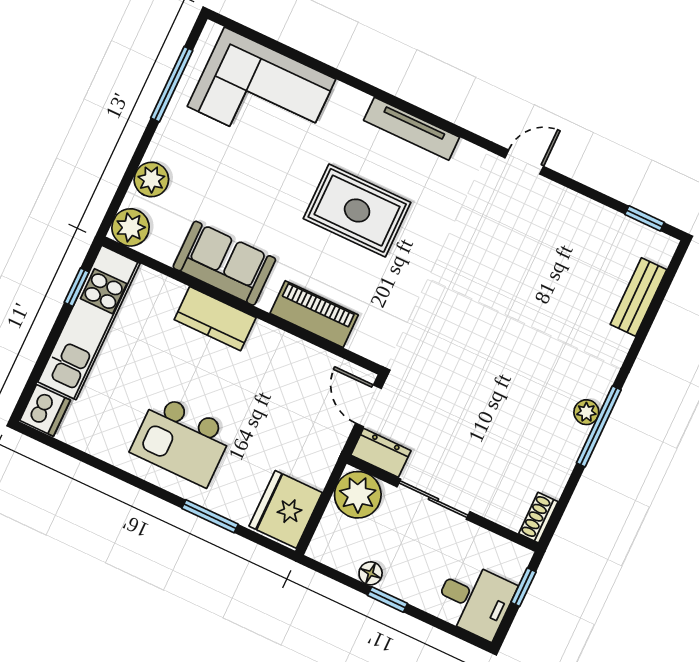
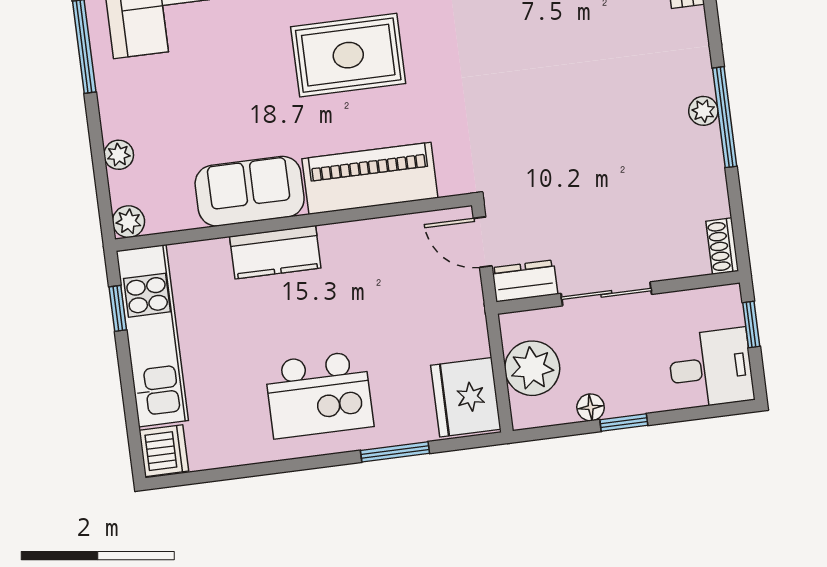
plant: (151, 179) -> (119, 155), width x0.73, depth x0.73
plant: (130, 227) -> (128, 222), width x0.73, depth x0.73
piano: (314, 314) -> (370, 178), width x1.37, depth x1.33
plant: (358, 495) -> (532, 368), moved

